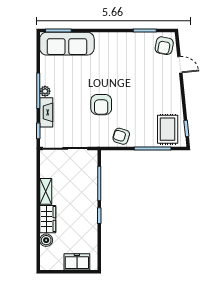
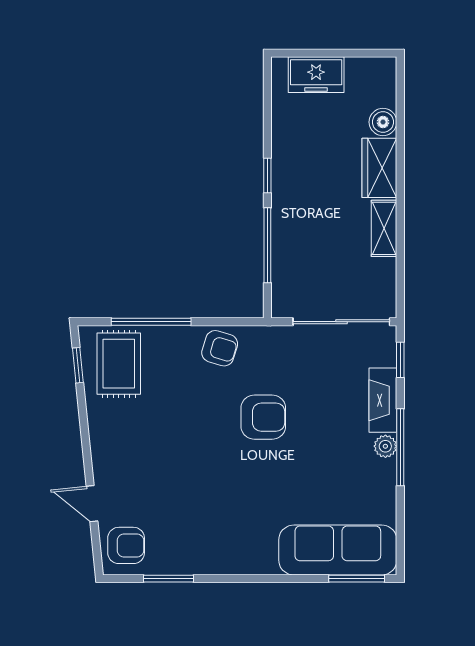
armchair: (164, 46) -> (126, 545), turned 79
armchair: (101, 105) -> (263, 417), turned 90

